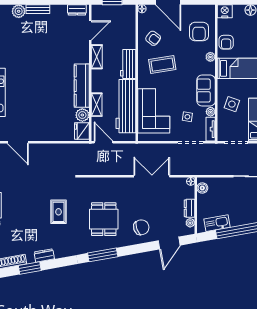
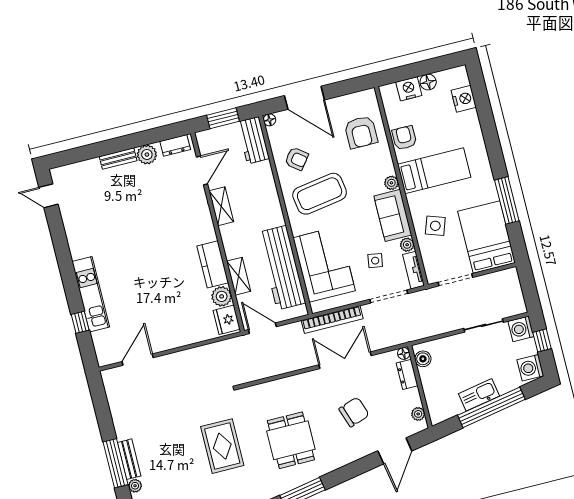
plant: (19, 11) -> (147, 155), moved
nightstand: (225, 11) -> (409, 89), moved
armchair: (226, 42) -> (404, 138), turned 180
plant: (210, 57) -> (391, 183), moved
workbench: (128, 64) -> (253, 140), moved
coffee table: (162, 65) -> (320, 194), width x1.36, depth x1.32
kitchen counter: (82, 86) -> (213, 264), width x0.67
door: (18, 142) -> (138, 360), swing flipped
bookcase: (150, 148) -> (332, 319), added
dresser: (190, 208) -> (407, 374), moved
rug: (58, 212) -> (222, 446), width x1.36, depth x1.43
kitchen sink: (217, 223) -> (479, 395), moved
chair: (141, 227) -> (354, 412), moved

